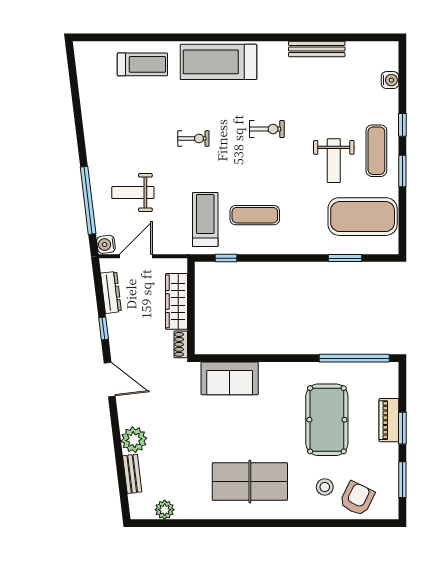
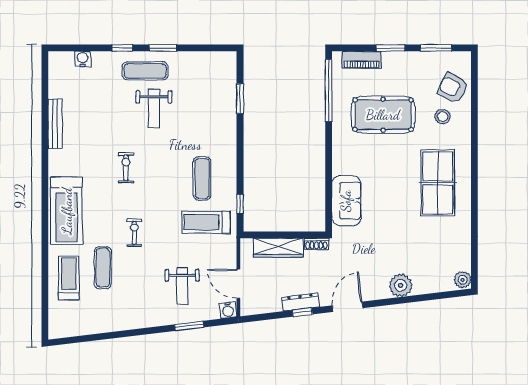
weight bench: (334, 161) -> (154, 109), turned 90
window: (88, 200) -> (189, 326), width x0.47
exercise mat: (363, 217) -> (103, 268), moved, width x0.50, depth x0.69
dresser: (111, 292) -> (301, 302), moved
piano: (389, 420) -> (362, 60), moved
bench: (132, 474) -> (431, 287), removed
plant: (165, 510) -> (463, 280), moved

